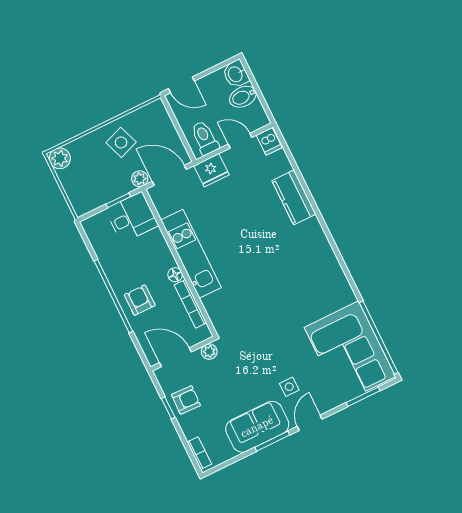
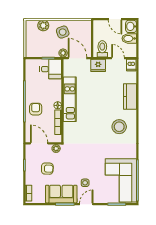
door: (181, 85) -> (115, 19), moved
plant: (60, 158) -> (43, 26), moved
stool: (301, 259) -> (119, 127), added
armchair: (186, 400) -> (47, 169), moved

